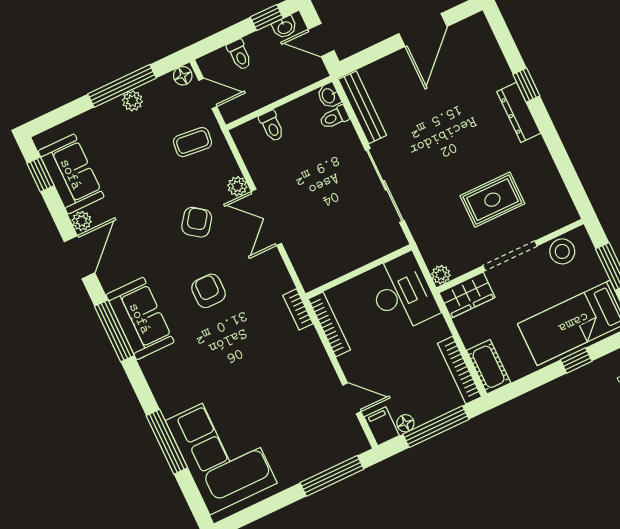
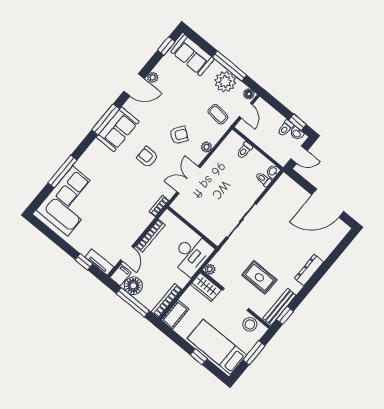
door: (423, 30) -> (328, 203), width x1.36
door: (321, 40) -> (299, 155), swing flipped
toilet: (239, 55) -> (286, 128), moved
window: (526, 85) -> (285, 315), moved
plant: (132, 101) -> (225, 82), width x1.88, depth x1.88
bench: (362, 107) -> (280, 307), moved
sofa: (71, 174) -> (192, 55), moved, turned 90
double door: (266, 217) -> (189, 180), moved
armchair: (208, 291) -> (147, 157), turned -90
bookcase: (329, 324) -> (150, 236), moved
floor lamp: (405, 423) -> (133, 286), width x1.89, depth x1.89
tv unit: (344, 451) -> (99, 262), added
window: (332, 476) -> (84, 262), width x0.46

